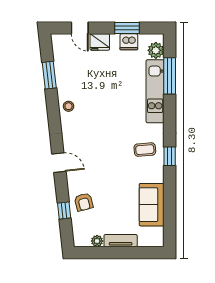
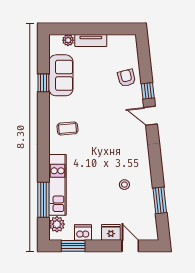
window: (127, 28) -> (73, 246), moved
stool: (69, 106) -> (124, 185), moved
window: (170, 156) -> (43, 83), moved
window: (64, 211) -> (148, 91), moved
plant: (97, 241) -> (68, 40), moved

